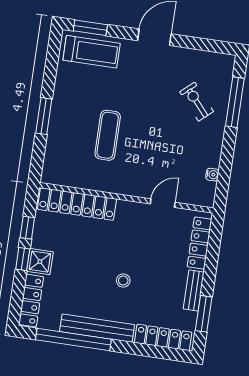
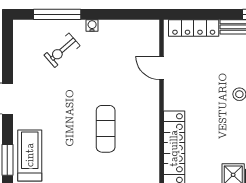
exercise mat: (108, 135) -> (106, 129), turned 90
water cooler: (212, 175) -> (92, 26), moved

